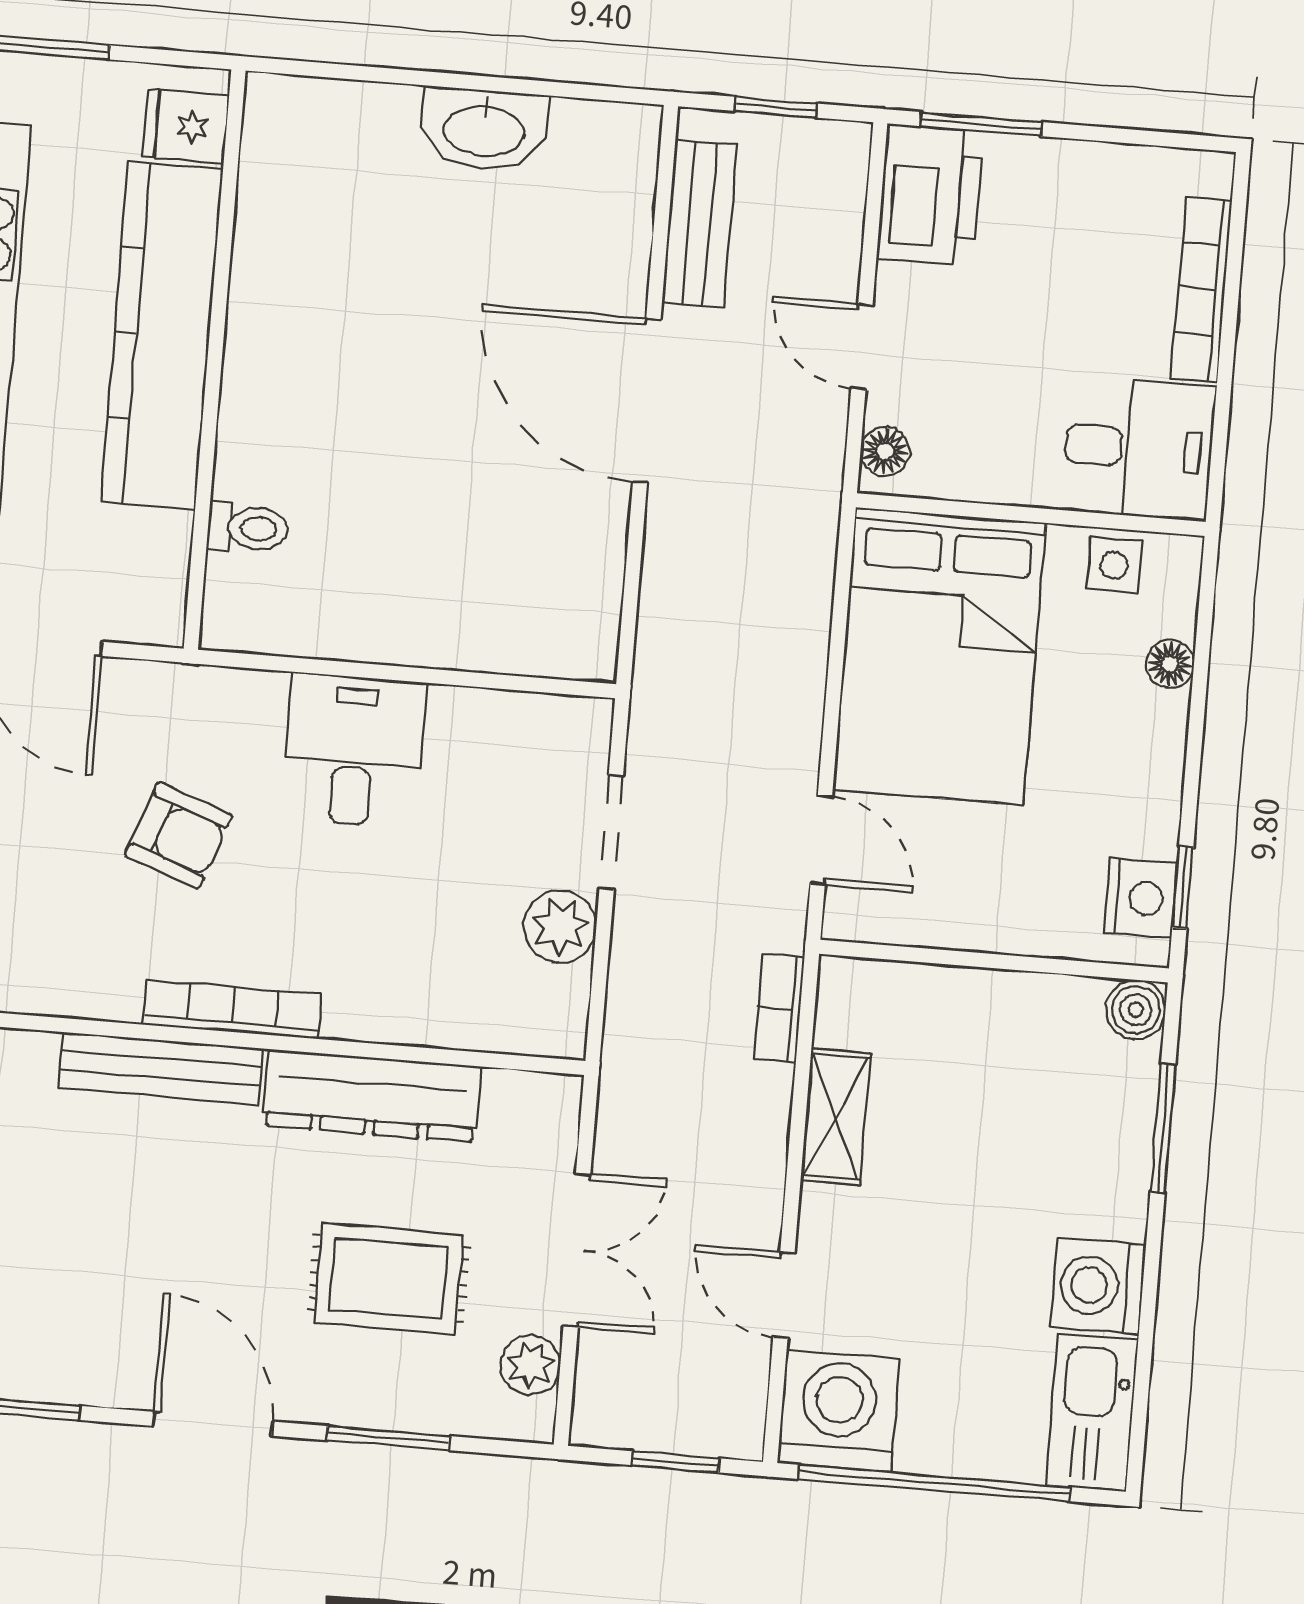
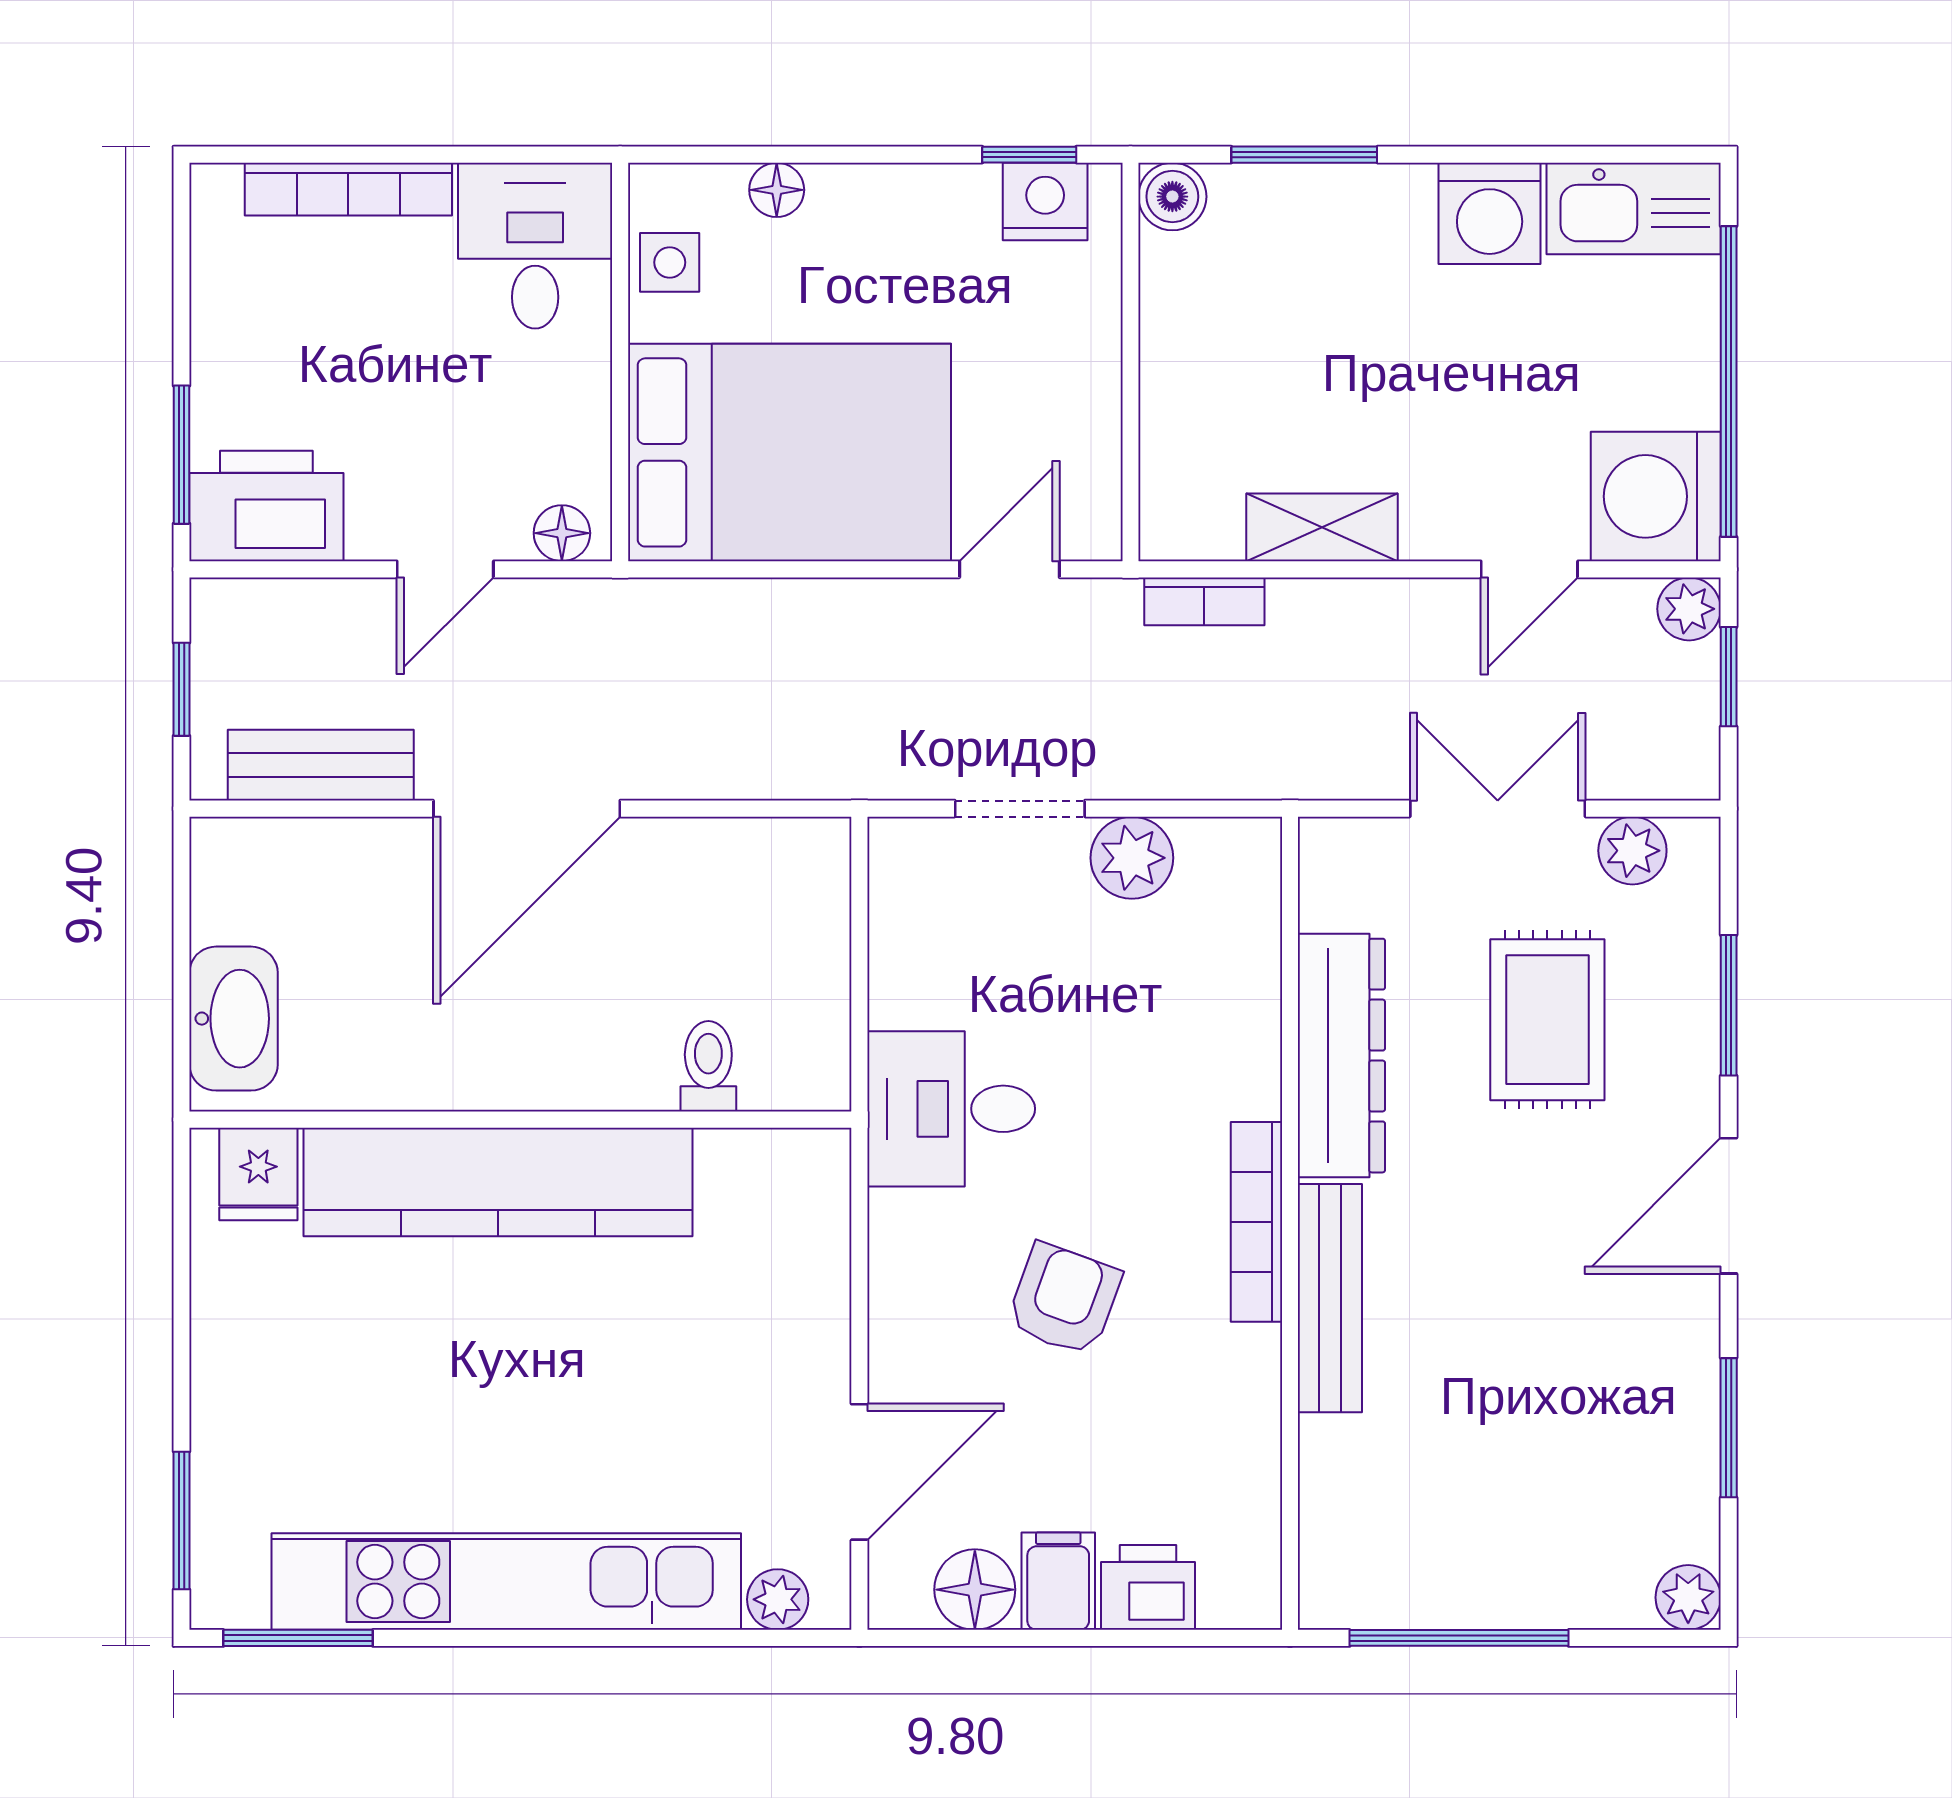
fridge: (186, 126) -> (258, 1174), moved
kitchen counter: (162, 336) -> (498, 1182), moved
wall: (215, 360) -> (520, 1120), moved
toilet: (248, 528) -> (708, 1066), moved
plant: (738, 1432) -> (1689, 609), added

